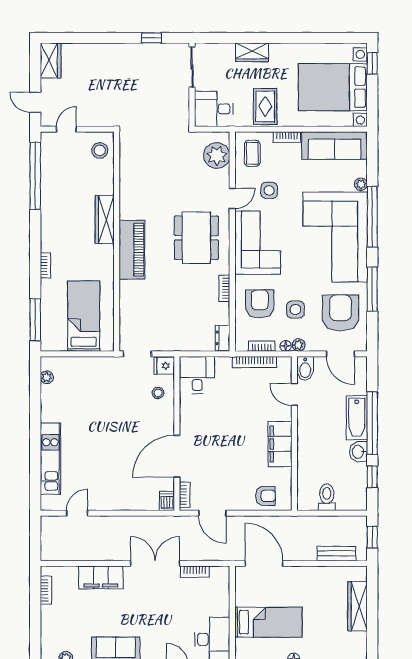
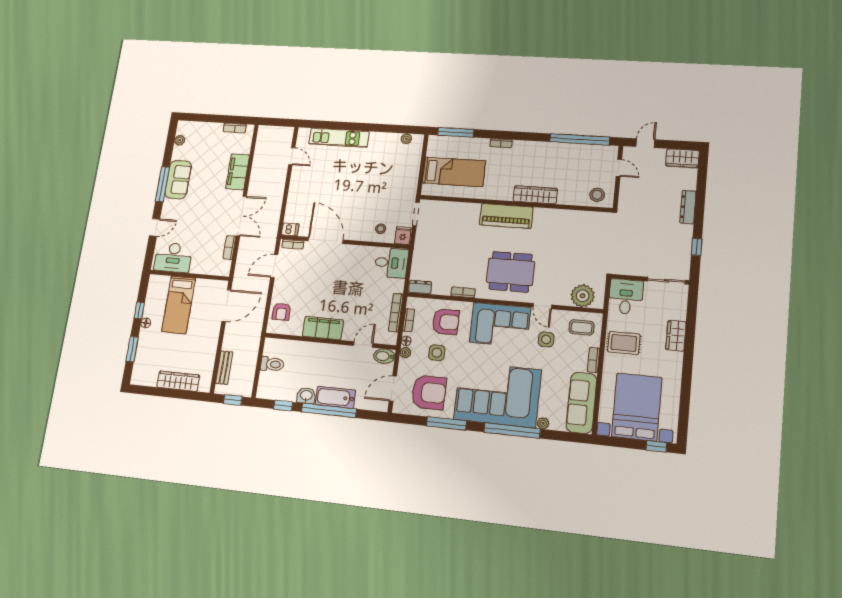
dresser: (107, 50) -> (688, 207), added

